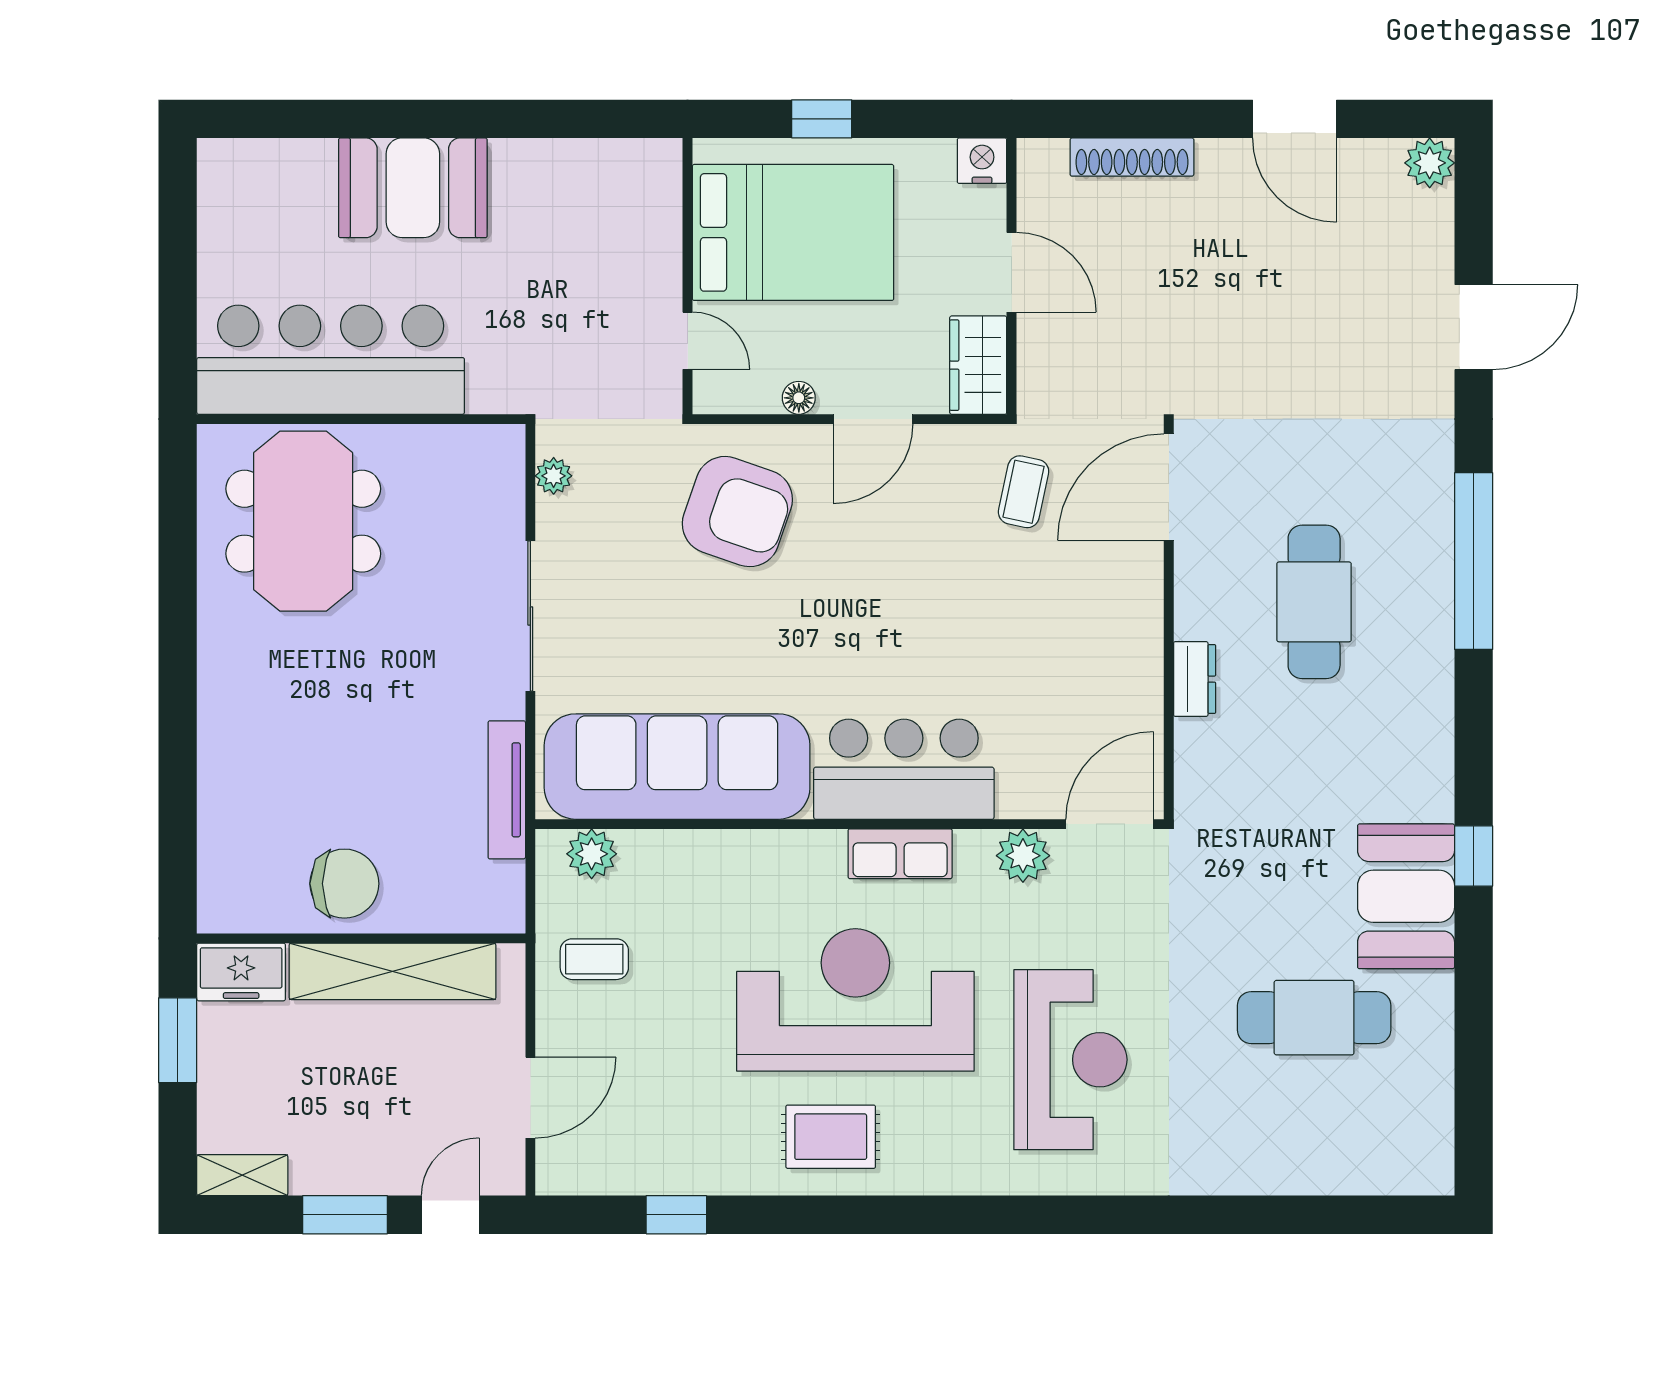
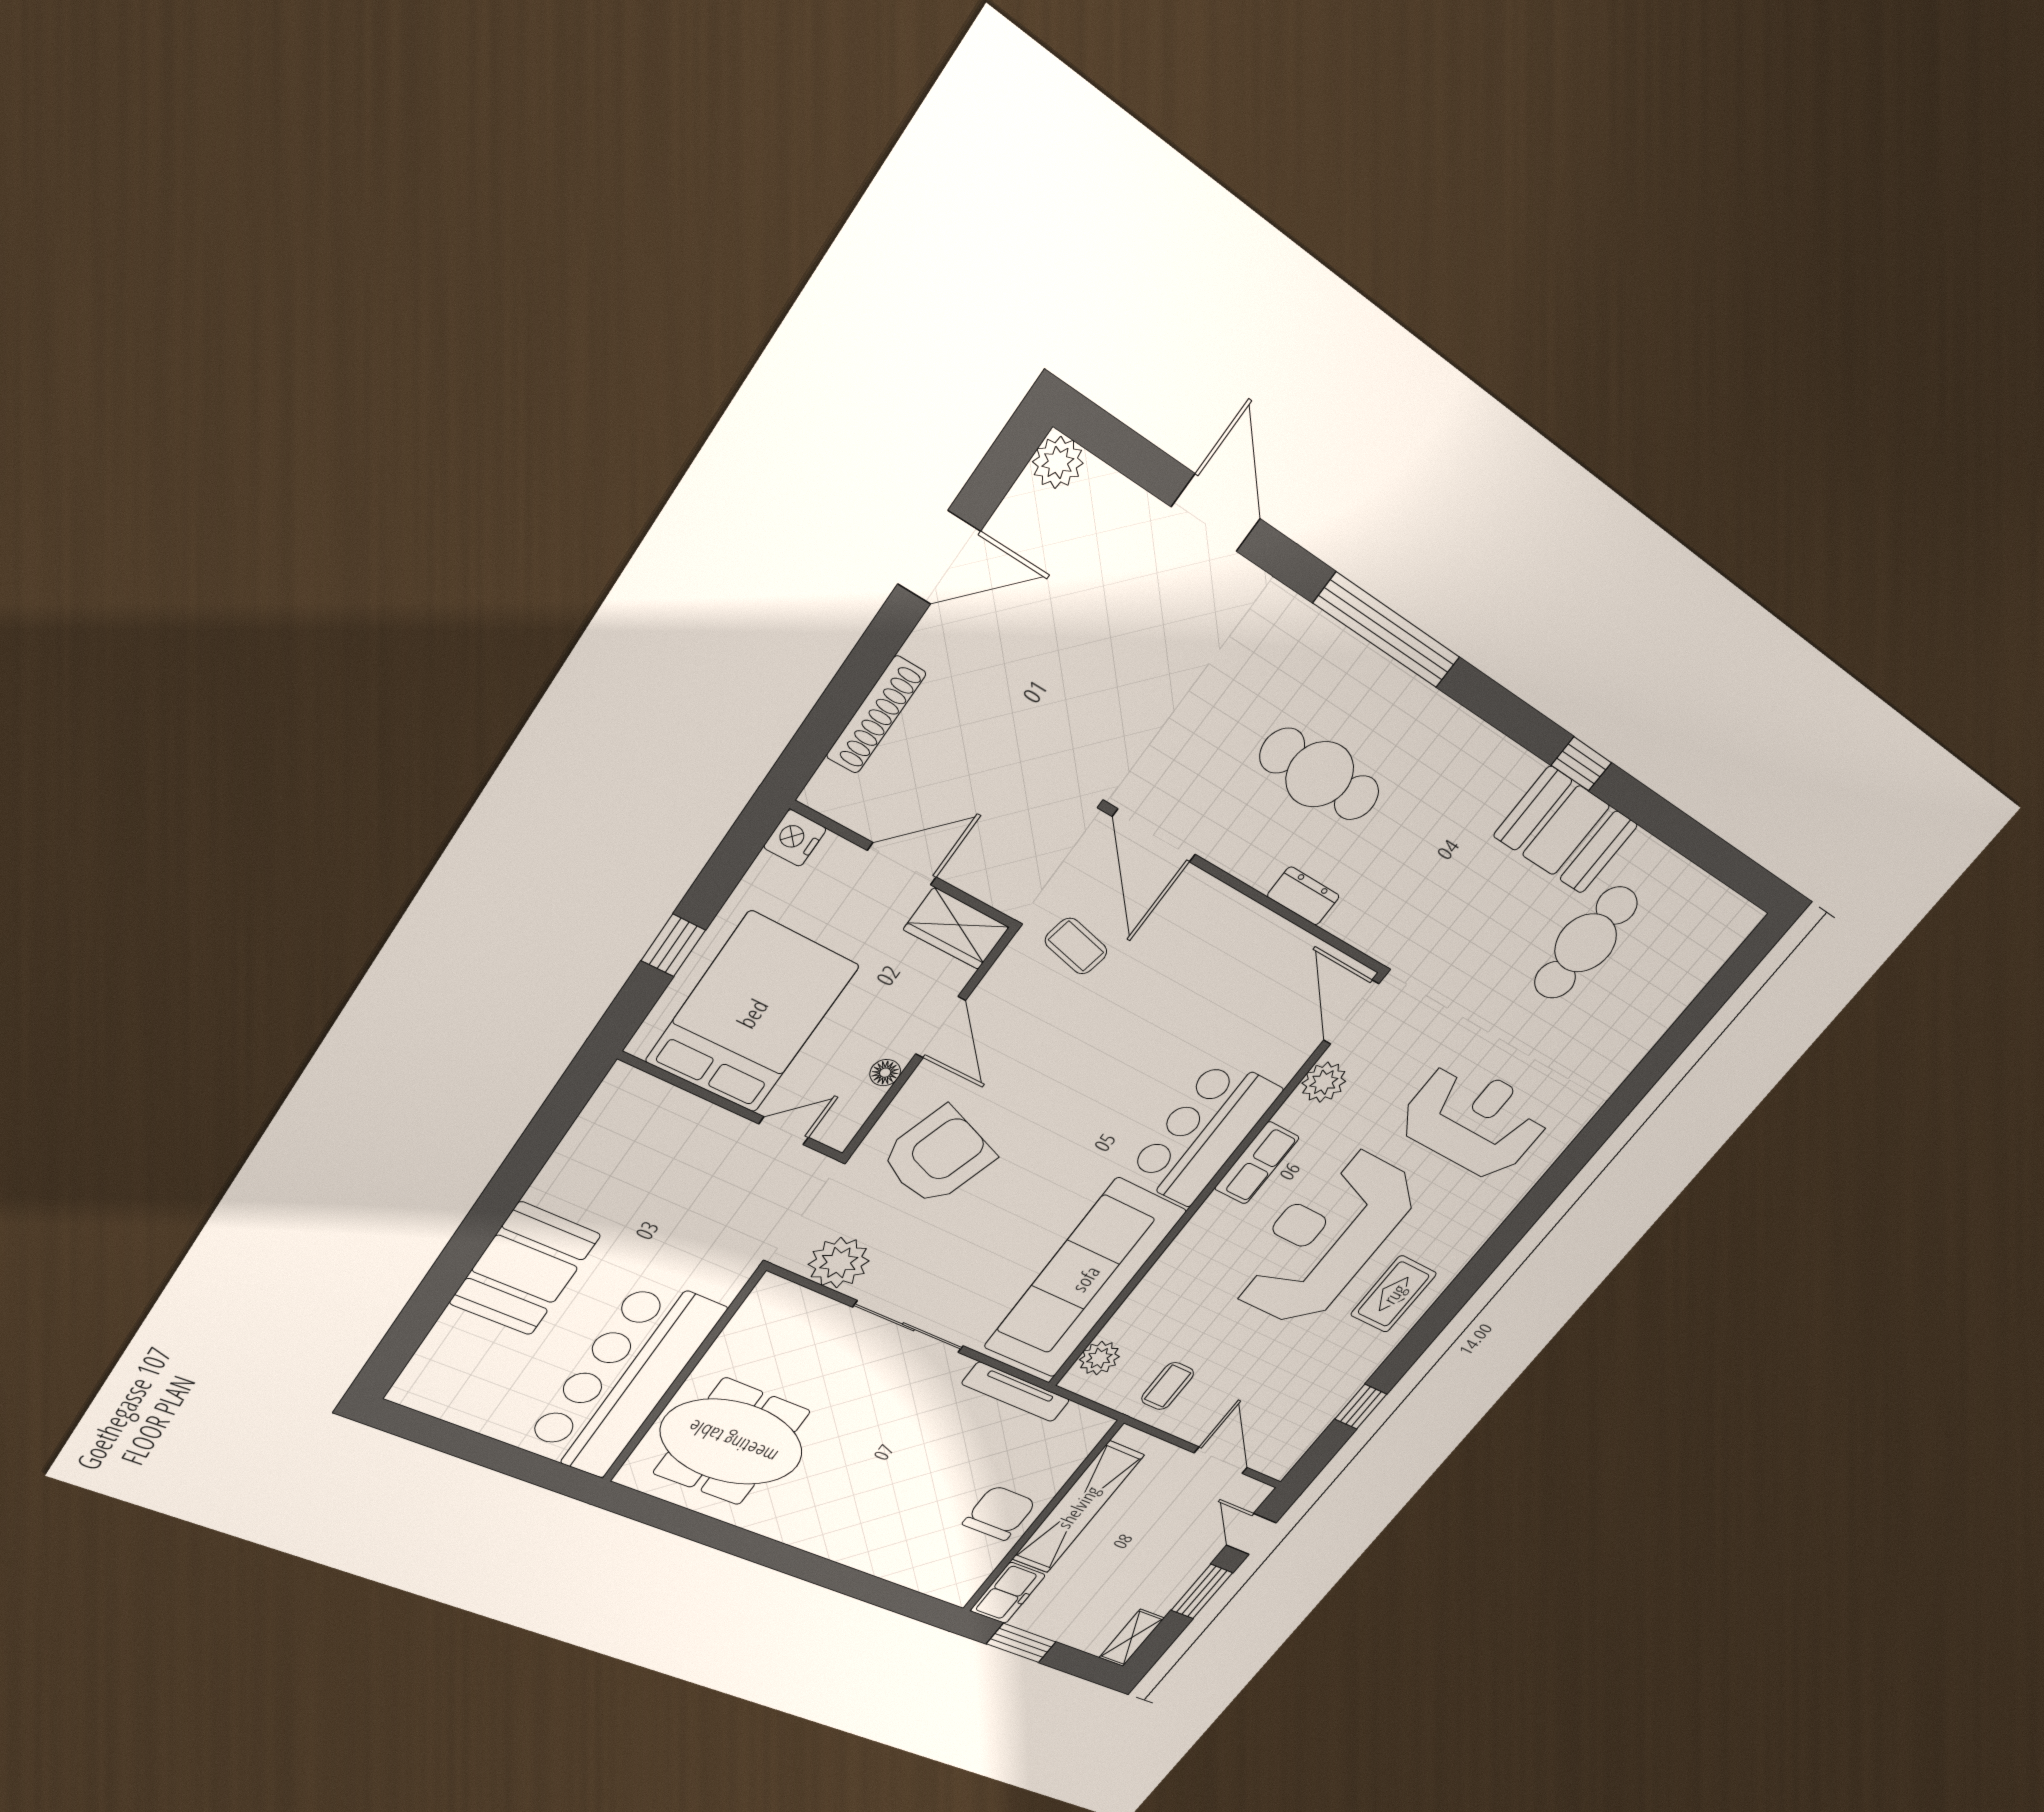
plant: (554, 476) -> (839, 1263), width x1.88, depth x1.88

